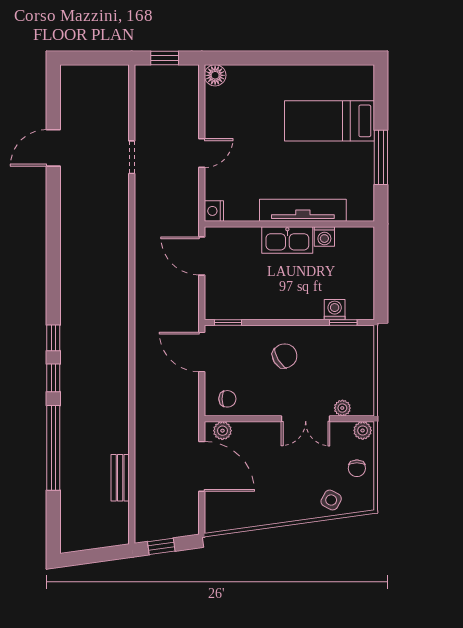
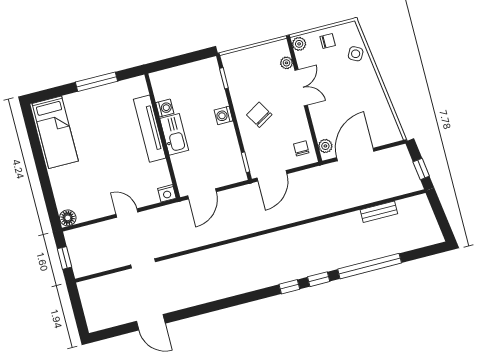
bed: (329, 121) -> (55, 132), moved
washing machine: (335, 310) -> (223, 115), moved

